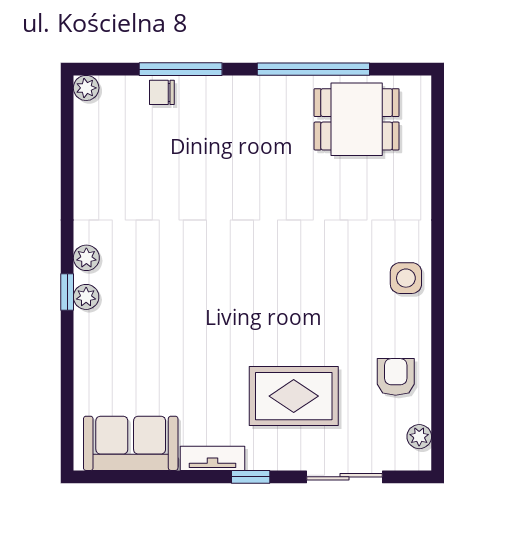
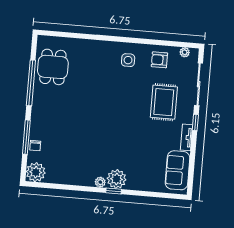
plant: (86, 88) -> (36, 172), width x1.87, depth x1.87
side table: (406, 278) -> (128, 60), moved
plant: (86, 297) -> (117, 179), width x1.88, depth x1.88
sliding door: (344, 477) -> (199, 84), width x1.37

